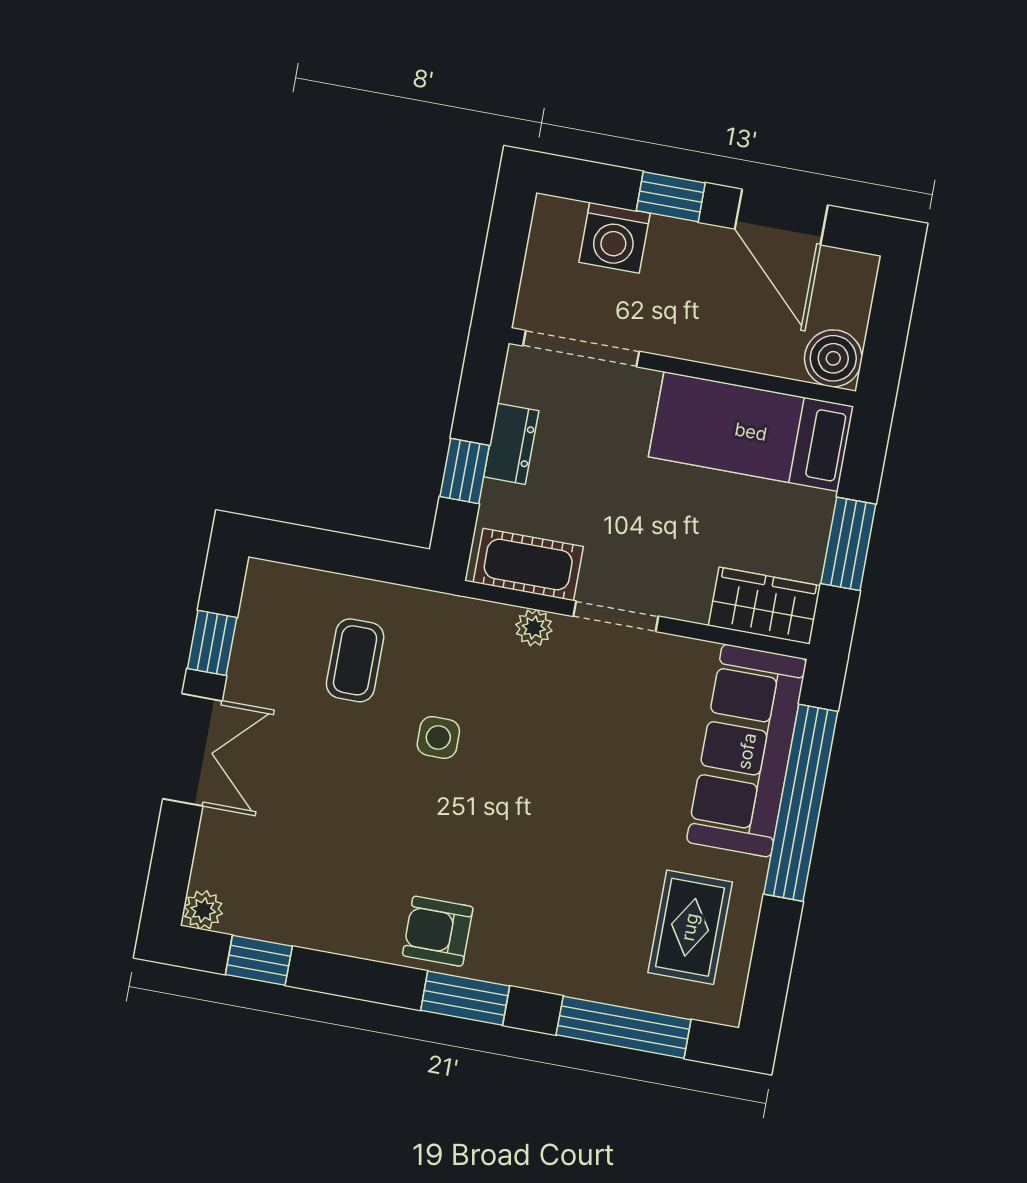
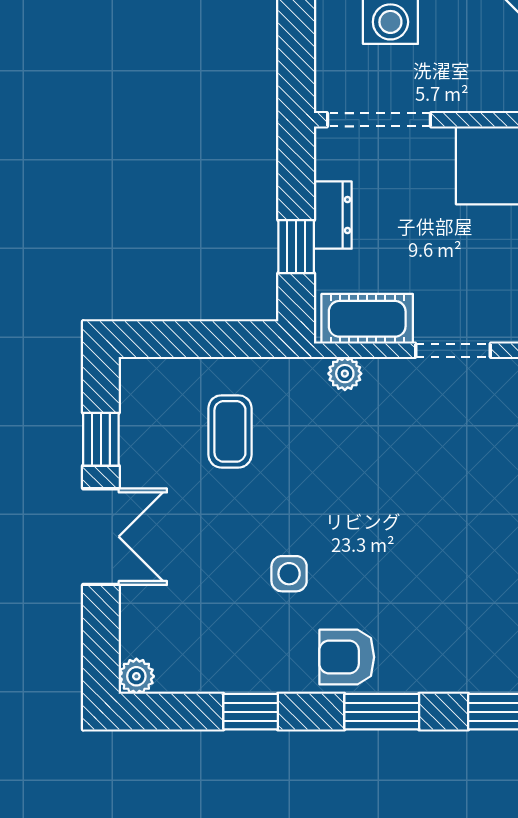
plant: (534, 628) -> (345, 374), moved
side table: (438, 737) -> (289, 574), moved
window: (259, 960) -> (251, 712), moved

